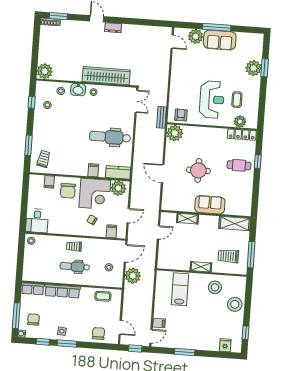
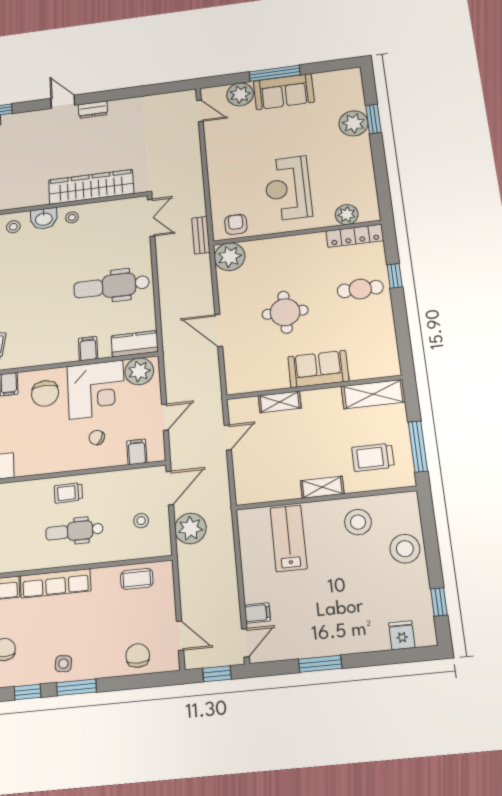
reception desk: (212, 100) -> (288, 188), turned 180
coffee table: (237, 100) -> (334, 180), removed

